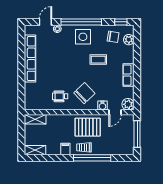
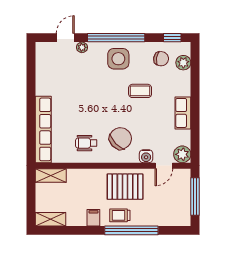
row of seats: (30, 59) -> (43, 129), moved

